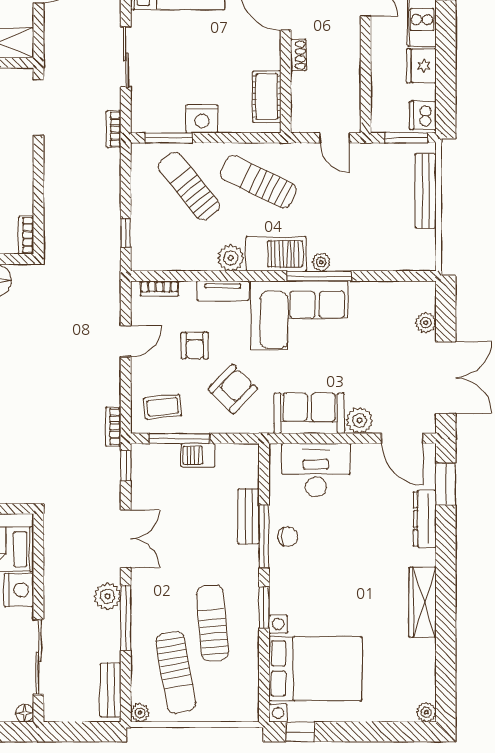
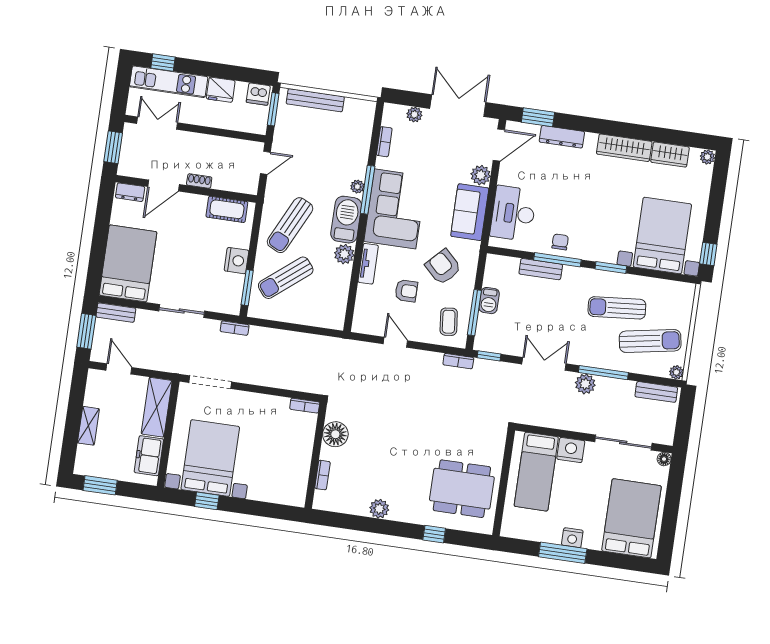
window: (126, 233) -> (314, 330), removed
bookcase: (159, 289) -> (384, 142), moved
wardrobe: (422, 663) -> (670, 155), added

